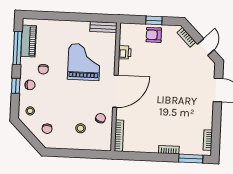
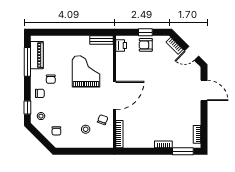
door: (206, 47) -> (192, 53), swing flipped
printer: (125, 52) -> (121, 46), moved
window: (16, 86) -> (27, 107), moved

